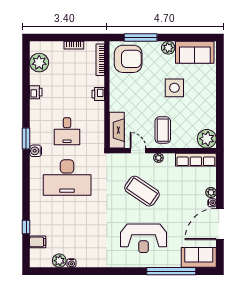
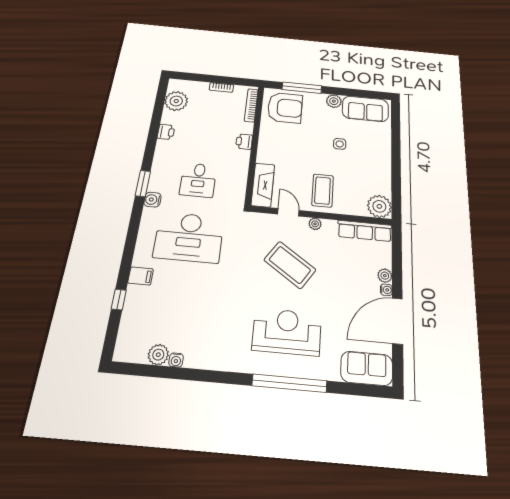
side table: (174, 88) -> (340, 144), width x0.54, depth x0.54
reception desk: (143, 238) -> (287, 332), turned 180
filing cabinet: (38, 242) -> (141, 276), moved
window: (171, 271) -> (289, 383), moved

